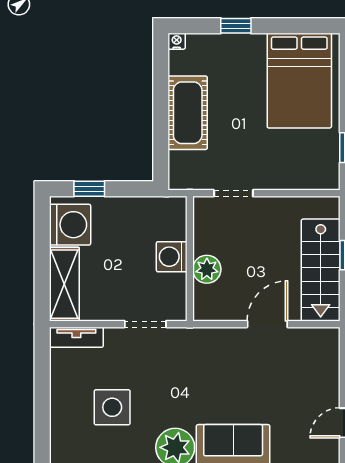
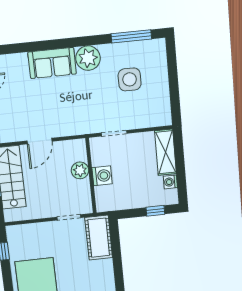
cot: (188, 113) -> (99, 238), moved
washing machine: (70, 225) -> (170, 182), width x0.53, depth x0.53
tv unit: (76, 337) -> (155, 121), removed

